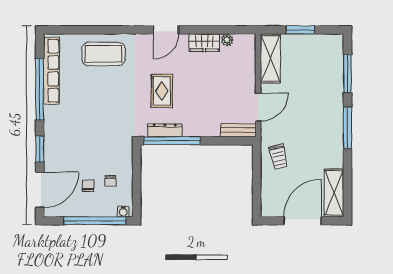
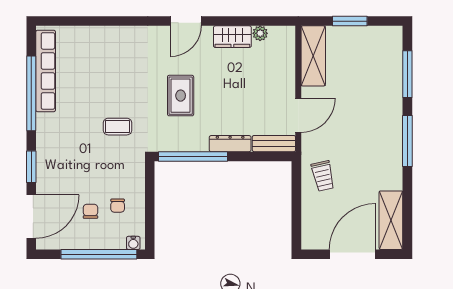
coffee table: (103, 54) -> (118, 127), moved, width x0.54, depth x0.58
dresser: (165, 130) -> (230, 144), moved

